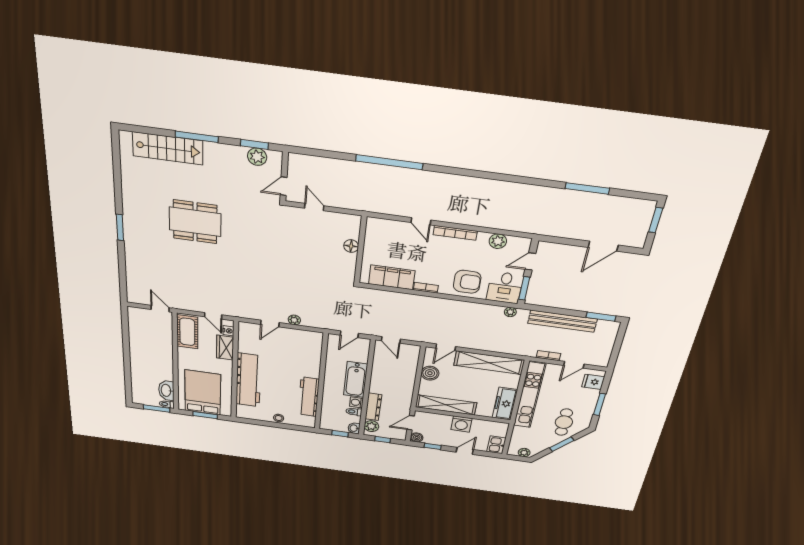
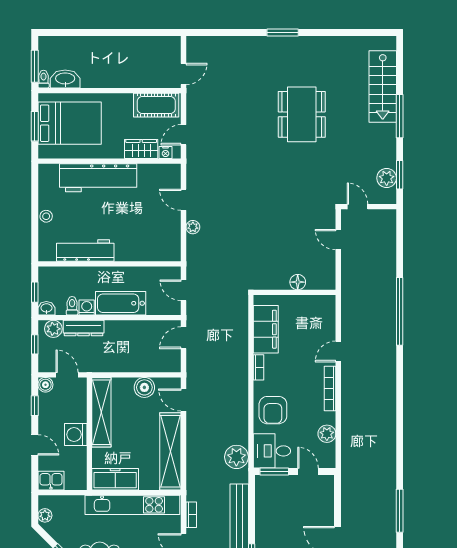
door: (314, 207) -> (338, 240), swing flipped
plant: (510, 312) -> (236, 457), width x1.88, depth x1.88

